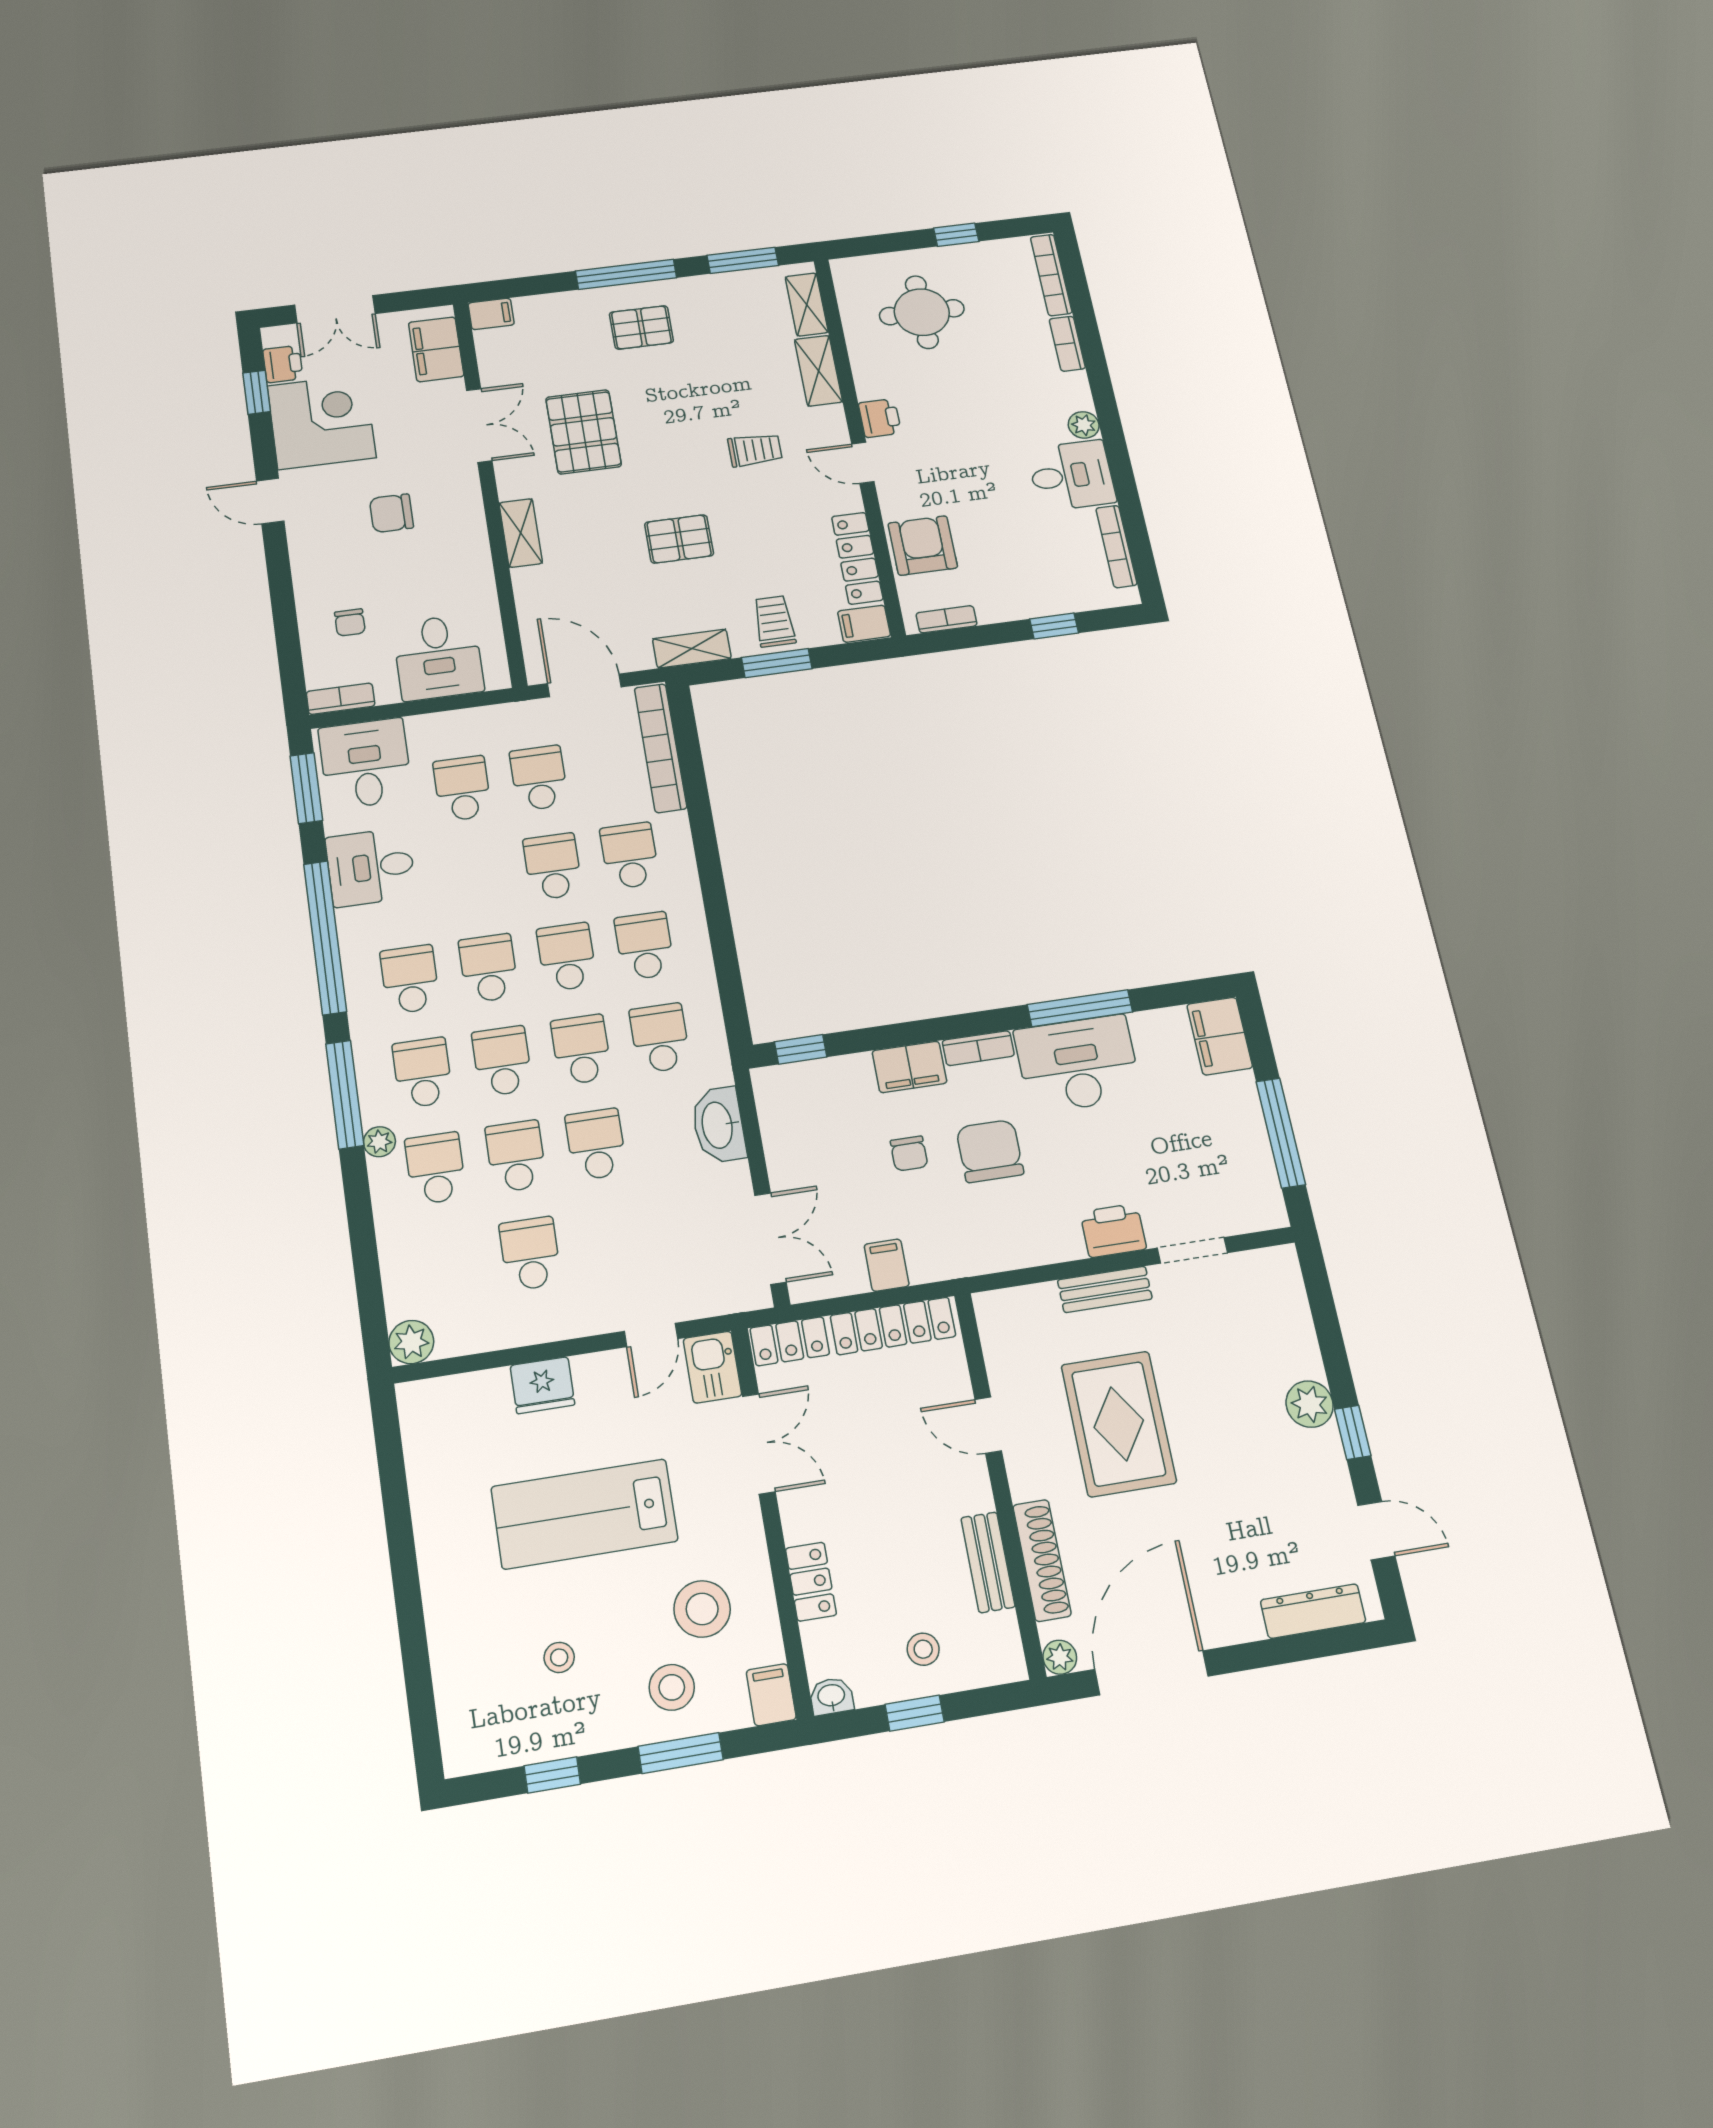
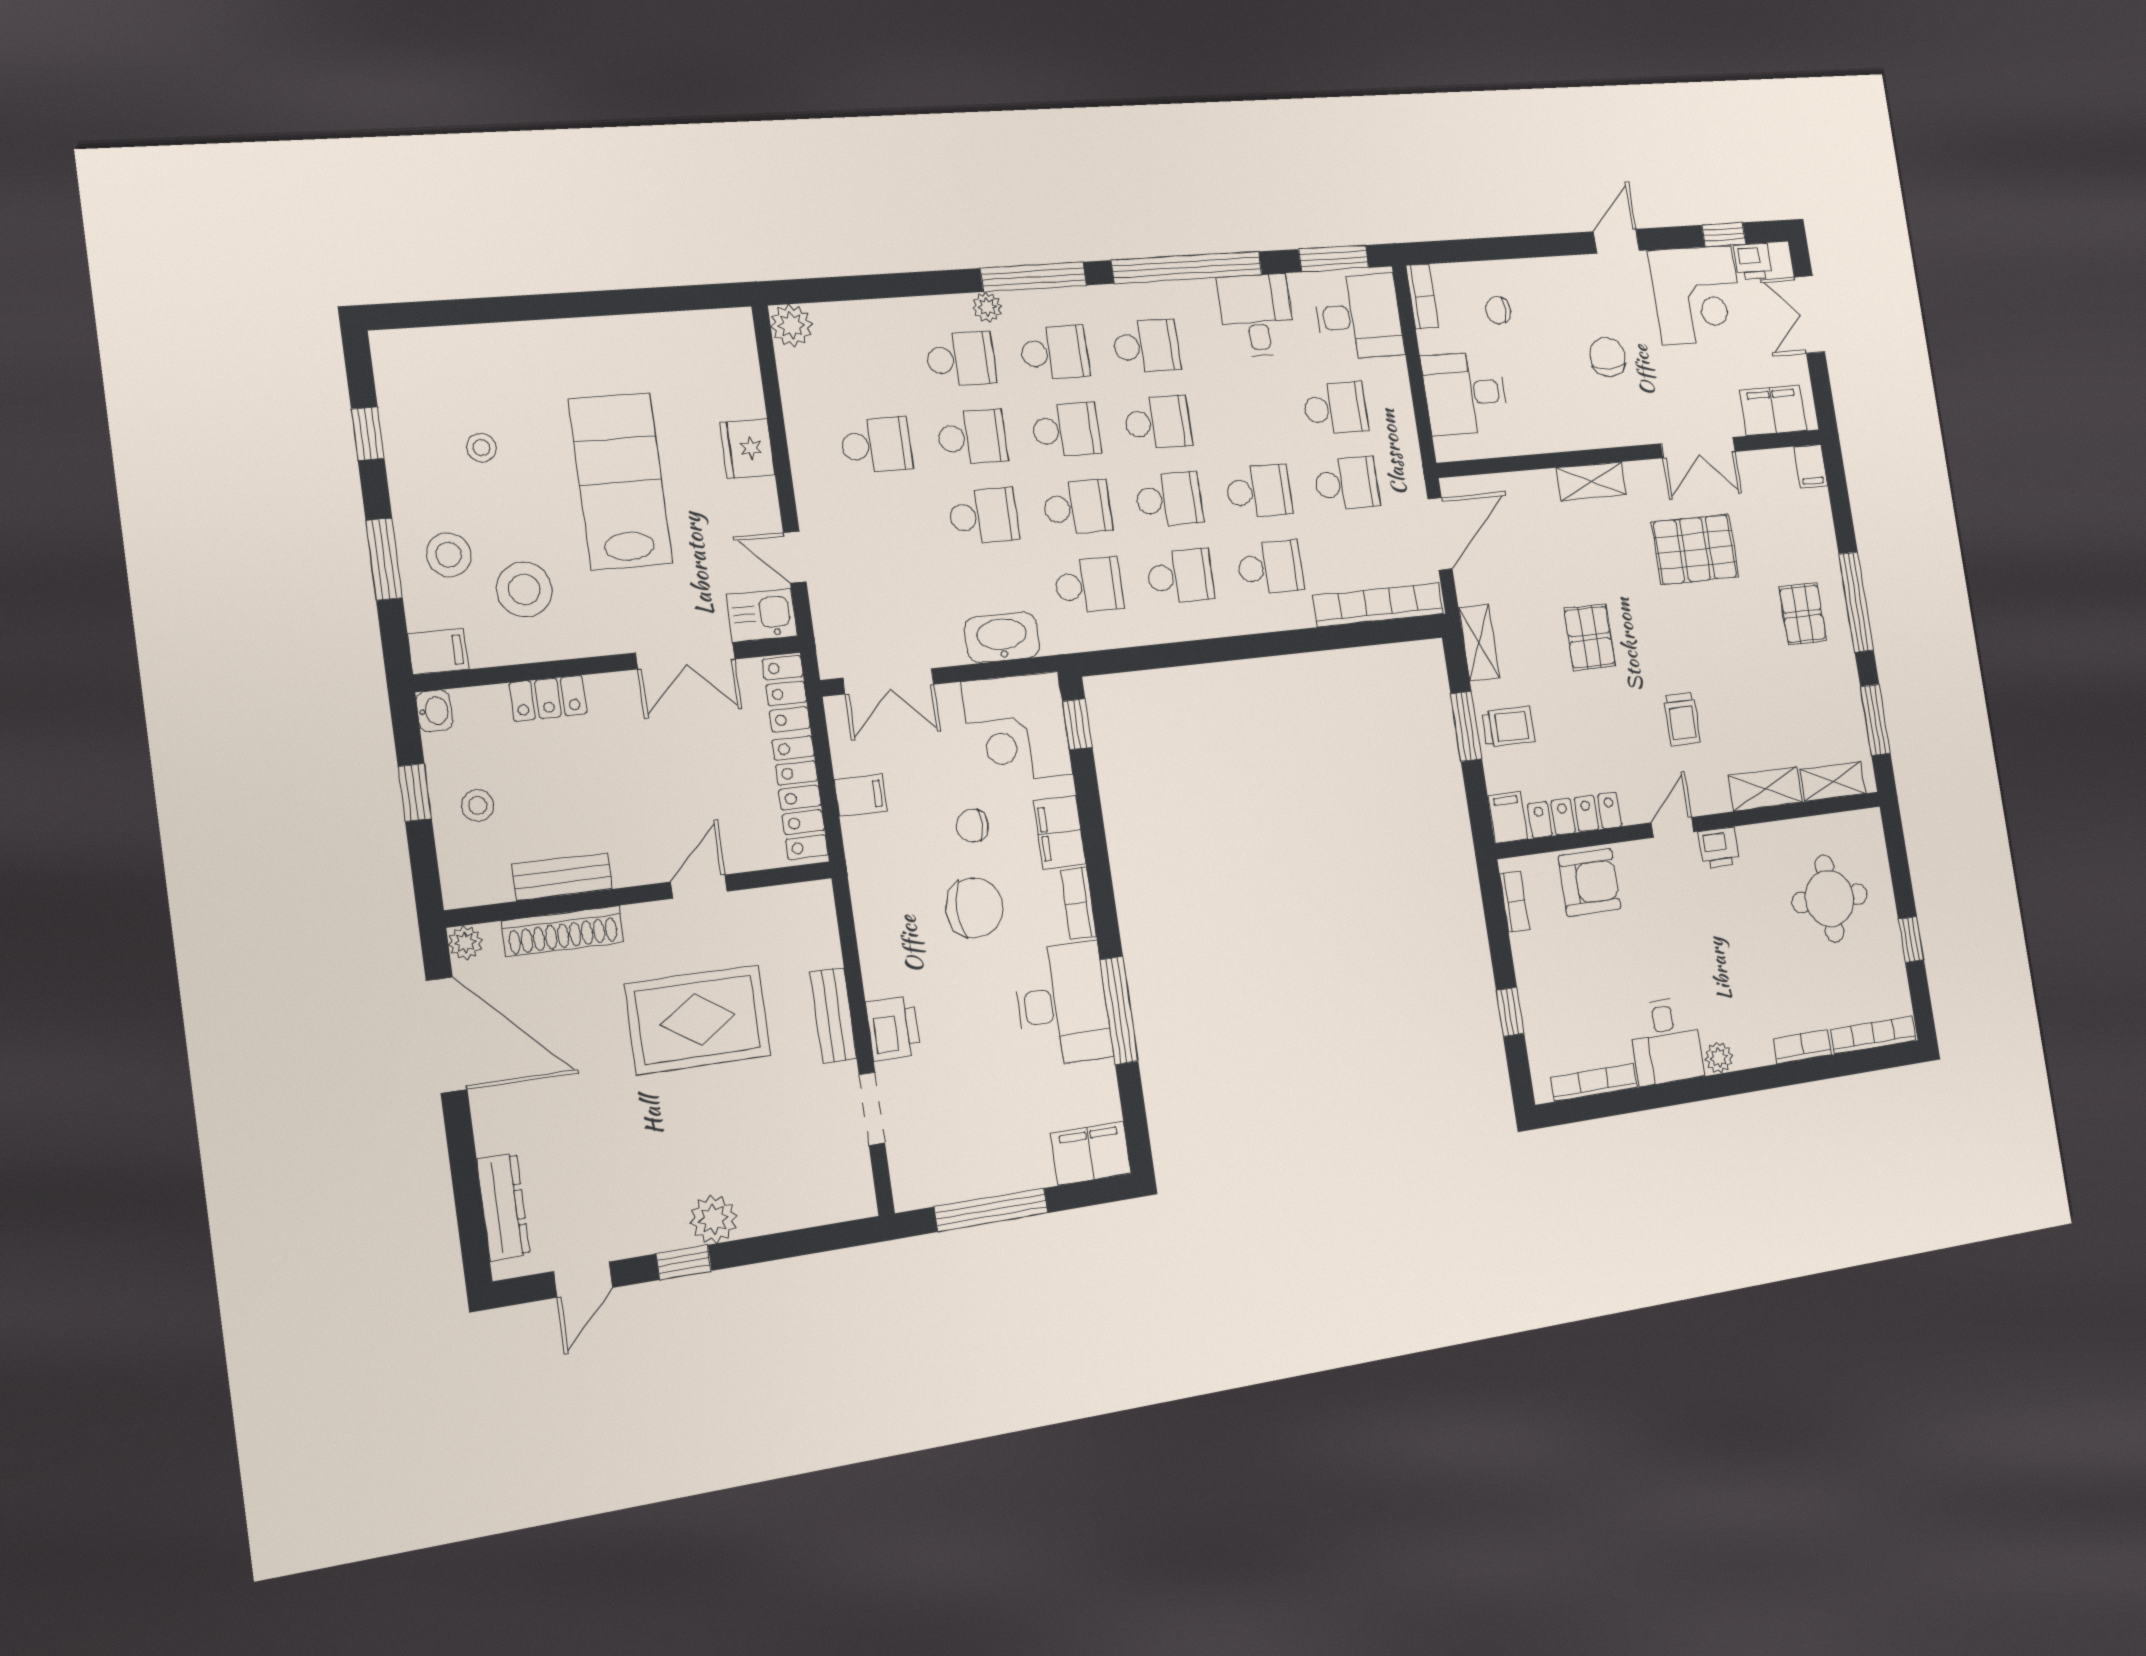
corner desk: (809, 1110) -> (1017, 728), added

